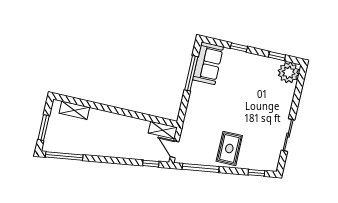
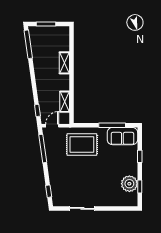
plant: (289, 73) -> (129, 184), moved
shelving: (74, 110) -> (64, 63), moved
shelving: (163, 130) -> (65, 102), moved
rug: (229, 148) -> (82, 145), moved, width x1.36, depth x1.43

